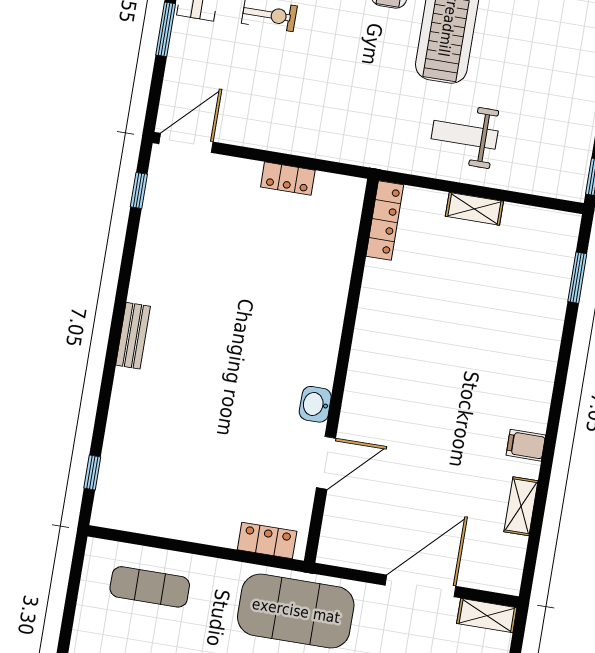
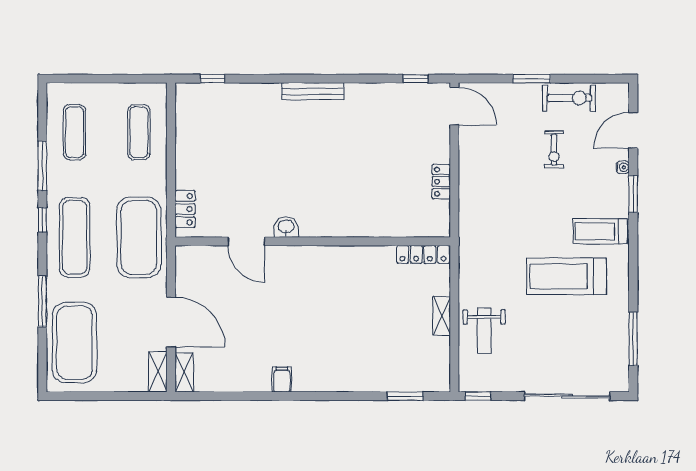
weight bench: (465, 135) -> (484, 331), moved, turned 180
bench: (133, 336) -> (313, 91), width x1.36
shelving: (521, 506) -> (184, 372), moved, turned 90

